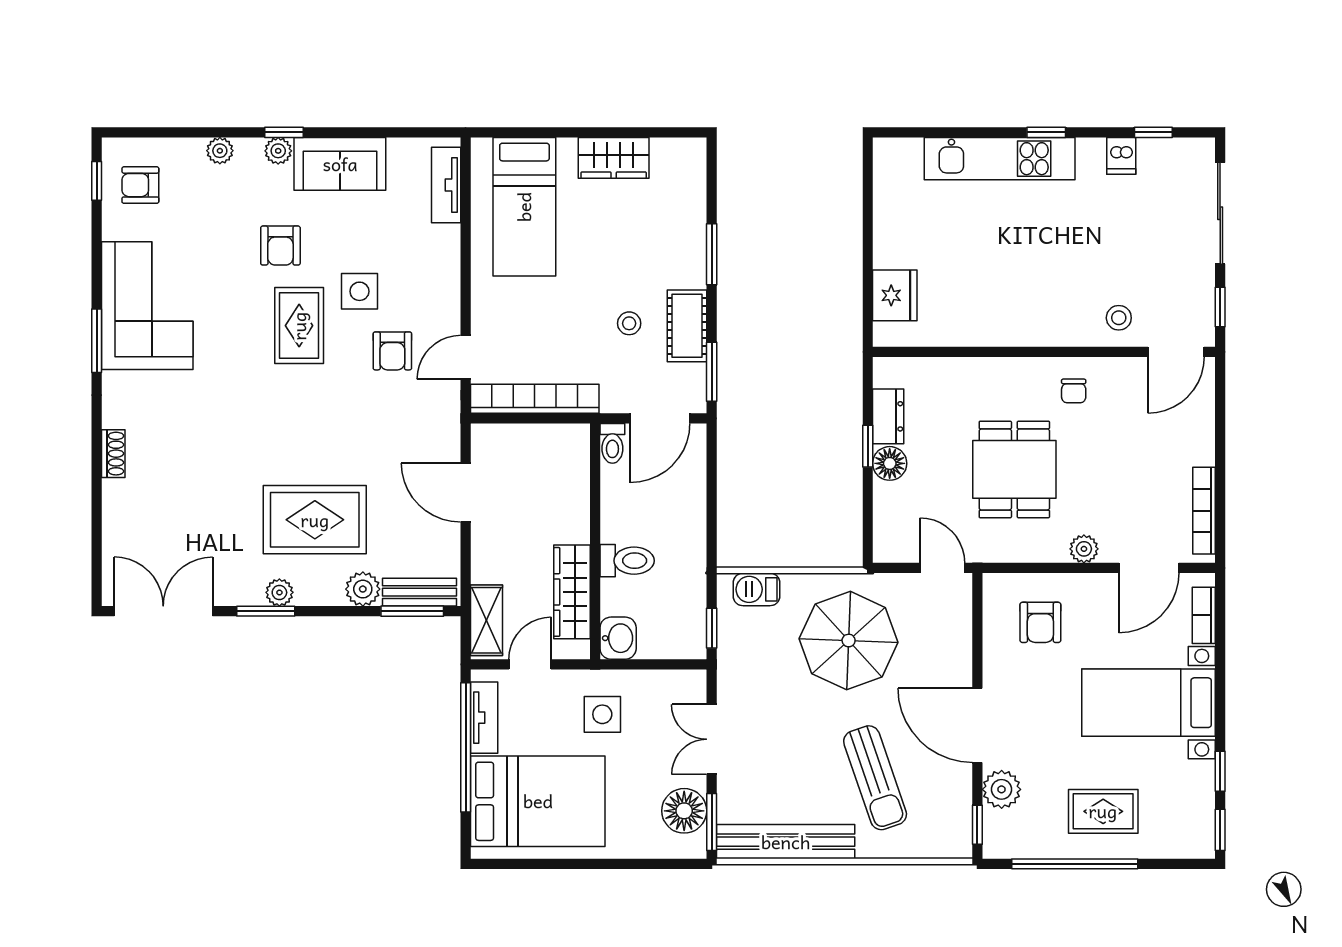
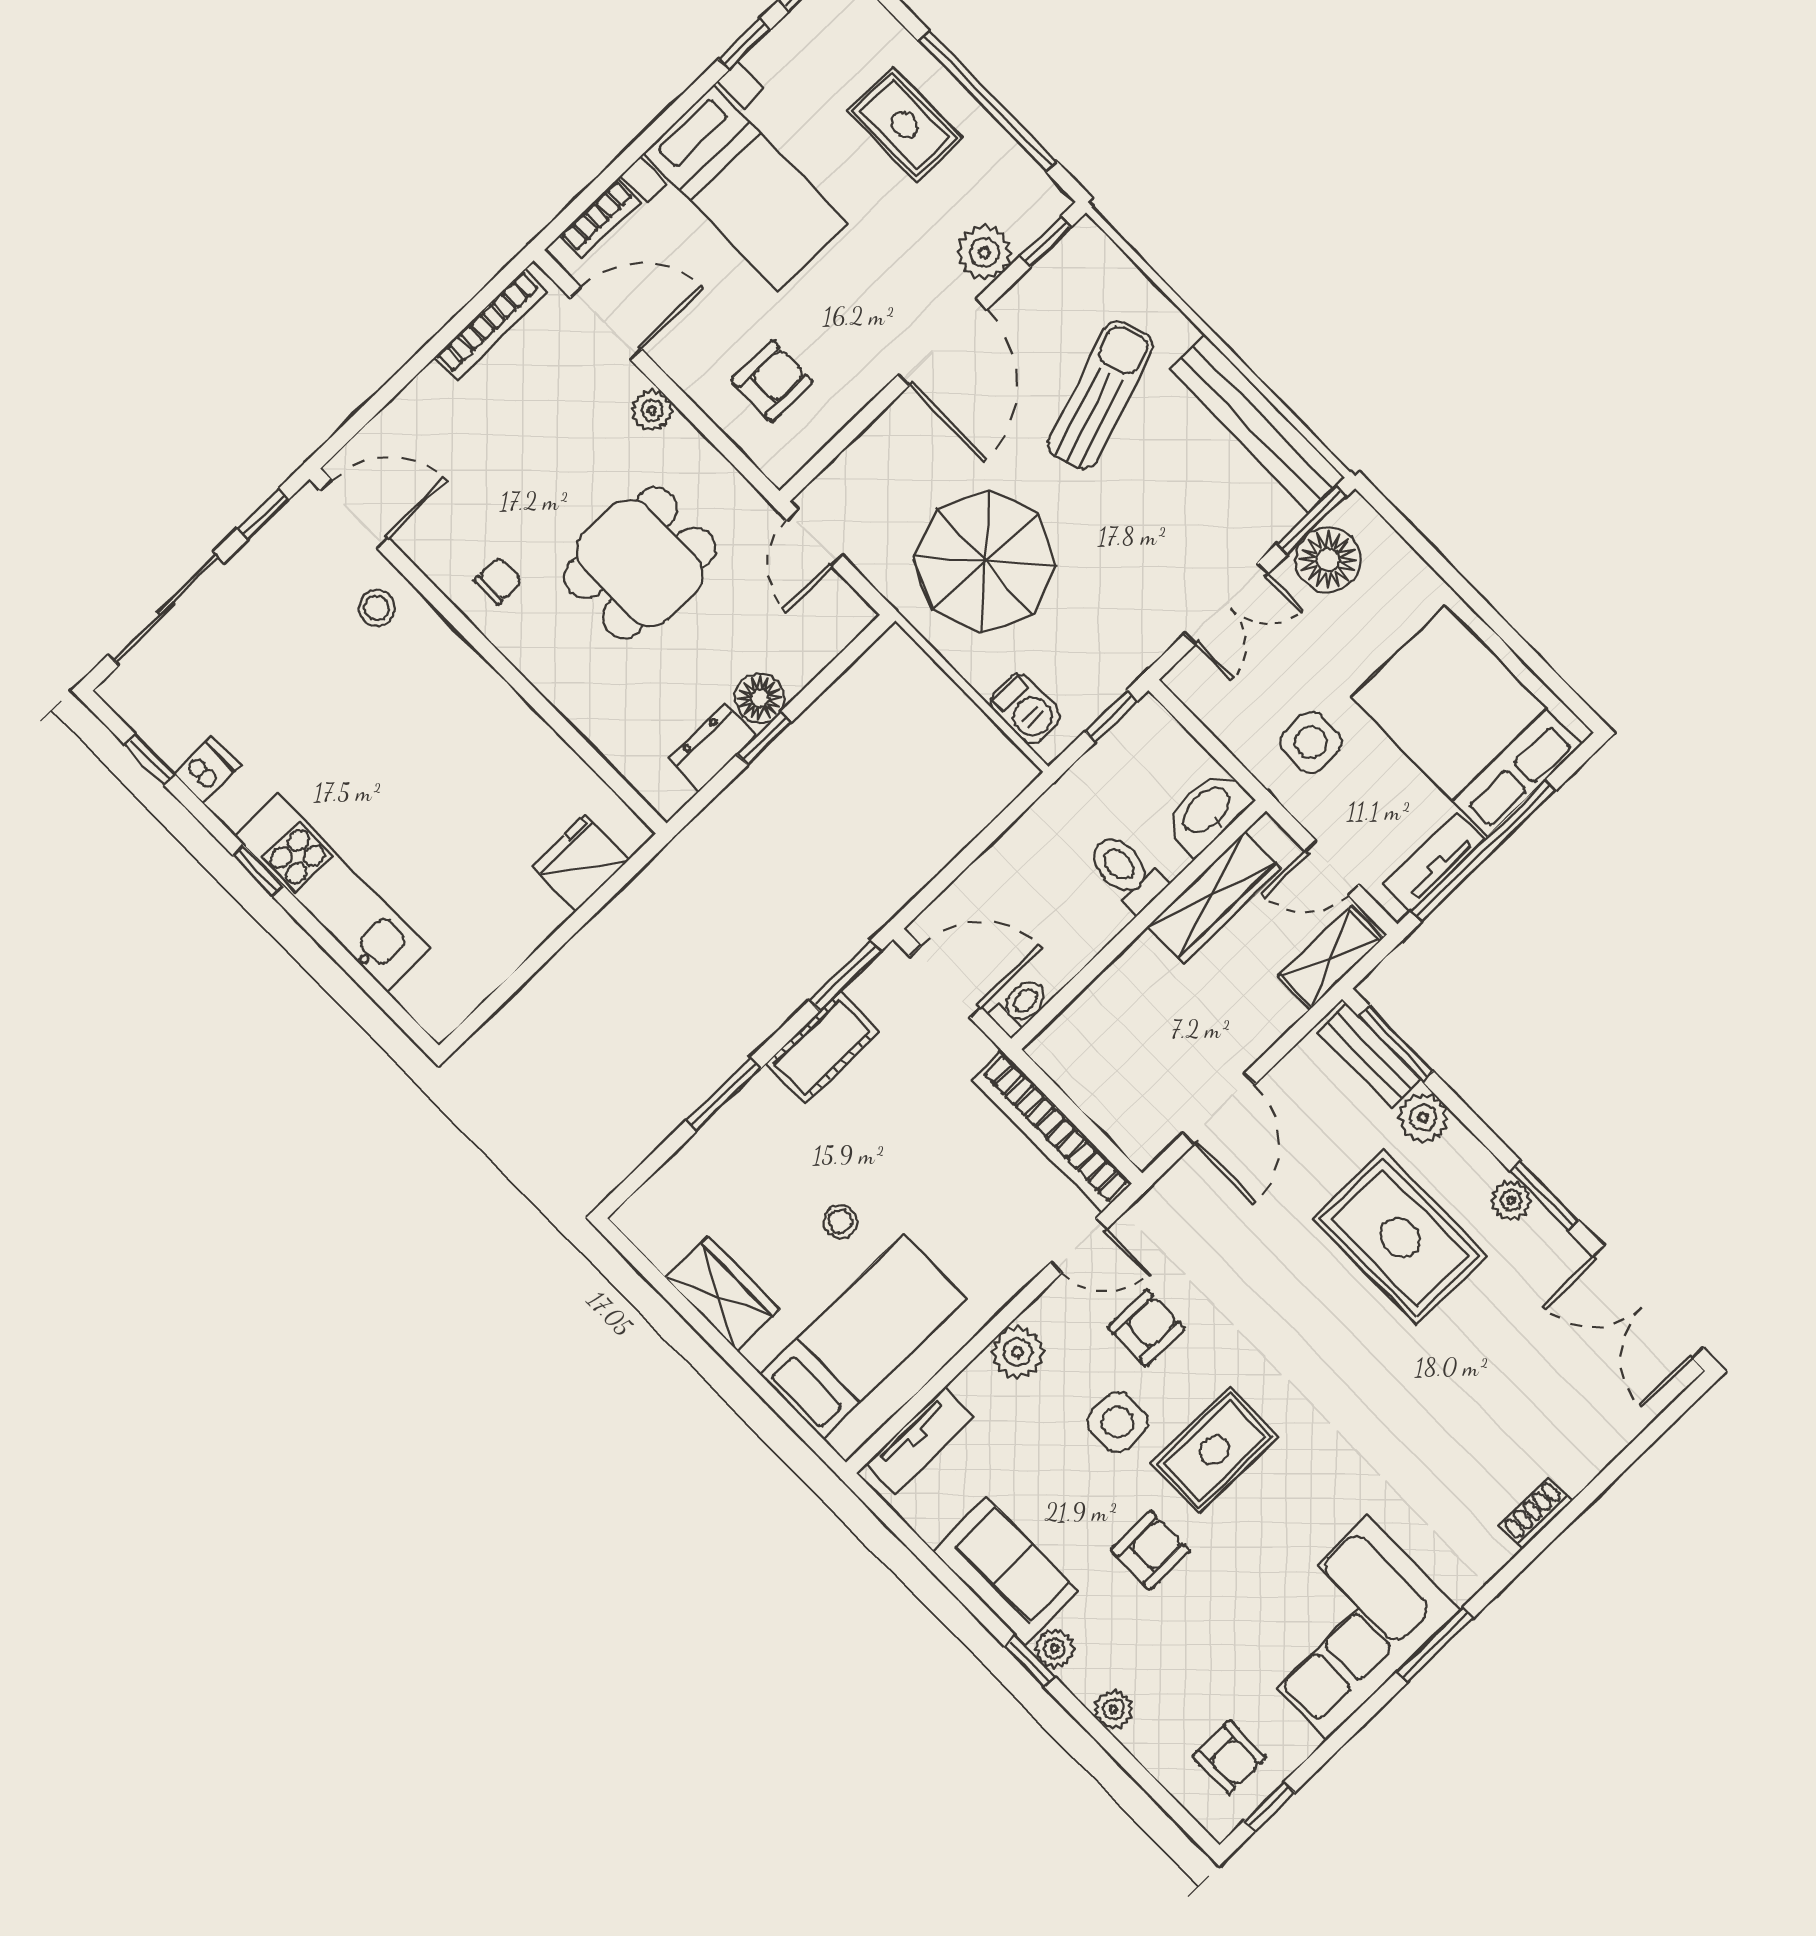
plant: (442, 275) -> (1017, 1352), added
stool: (629, 323) -> (840, 1221), moved
washbasin: (618, 638) -> (1207, 811), width x1.38

